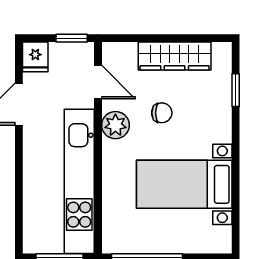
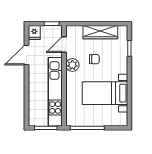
door: (98, 82) -> (64, 45), swing flipped

